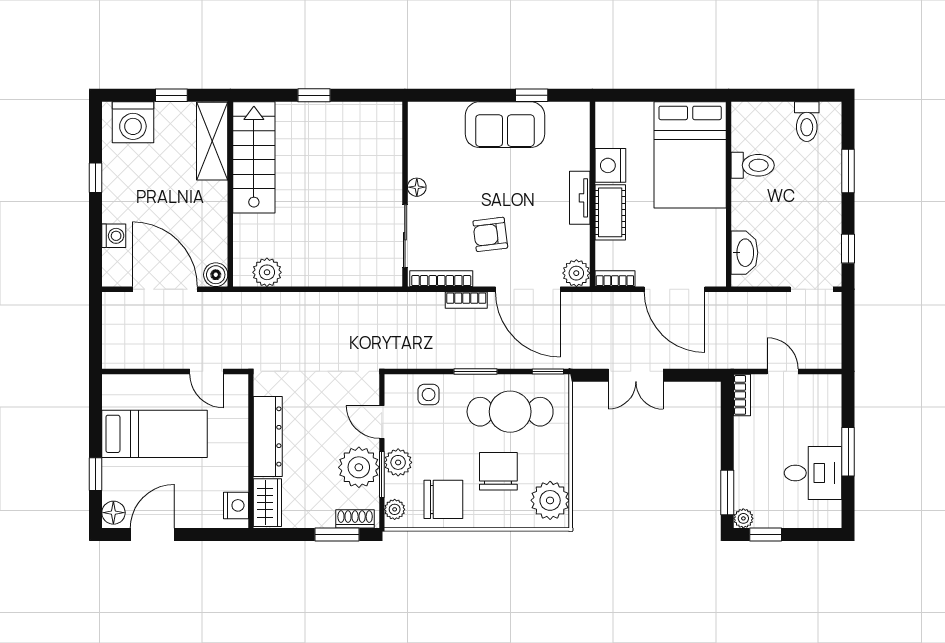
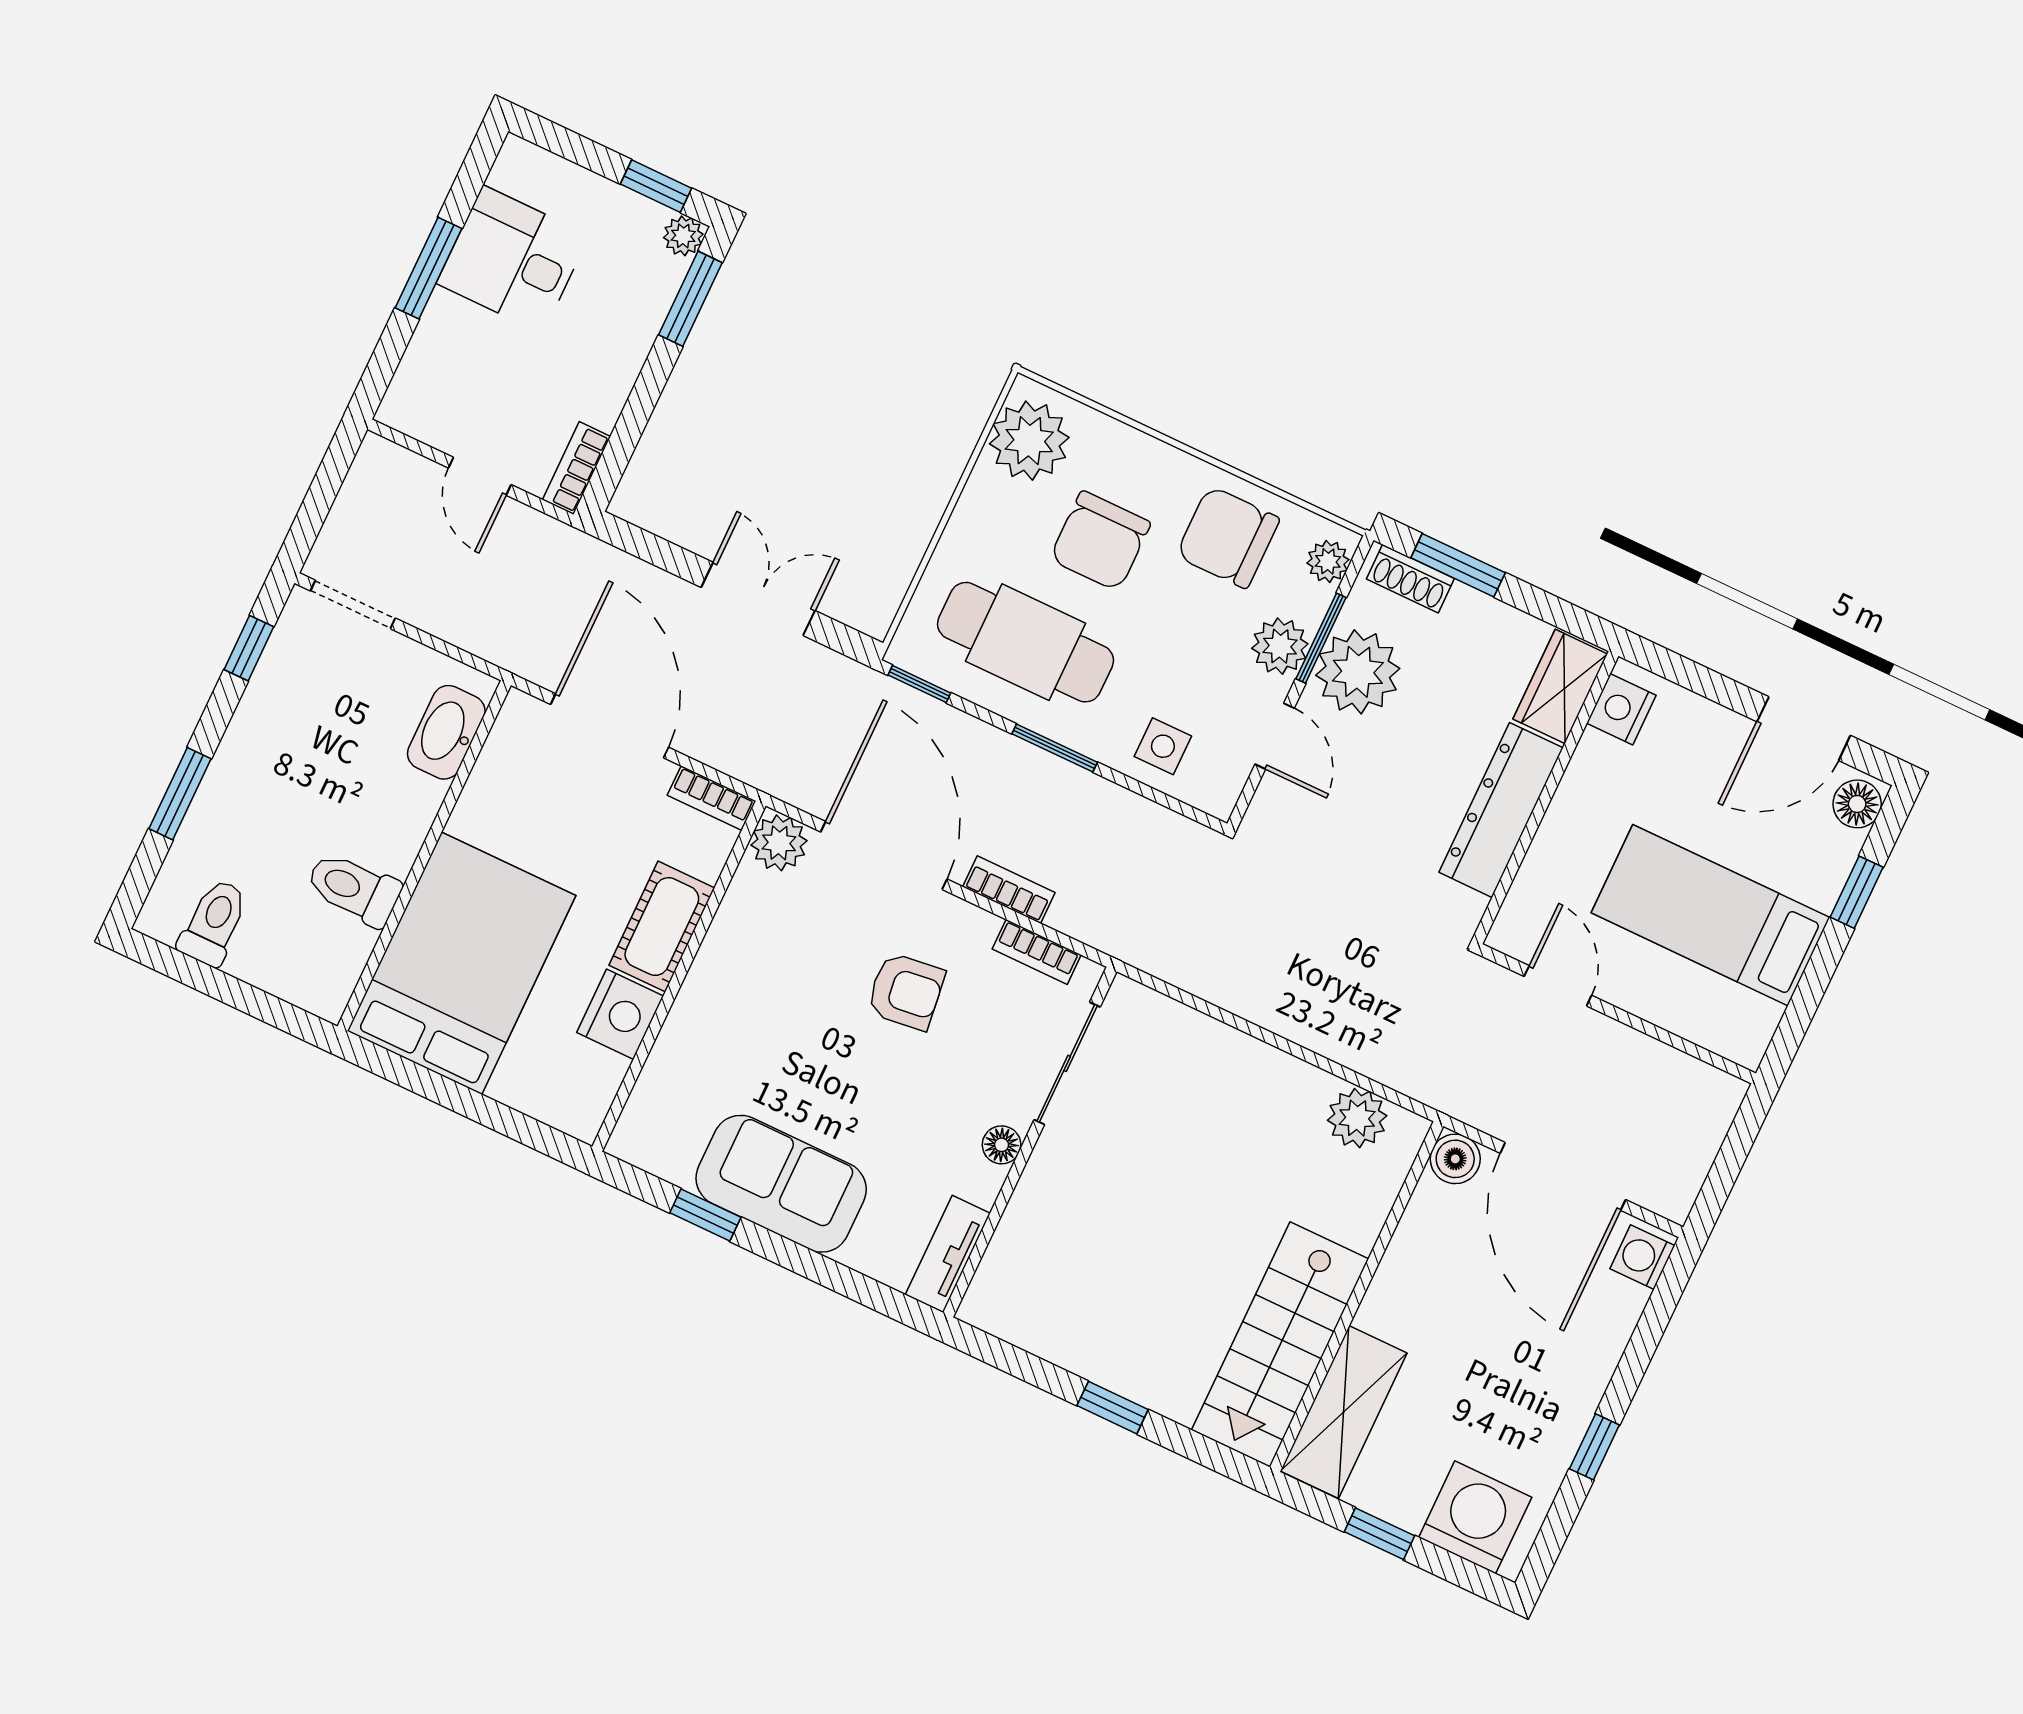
tv unit: (580, 198) -> (948, 1254), moved, turned 180
washing machine: (114, 236) -> (1642, 1257), moved
bookcase: (441, 279) -> (1037, 952), width x0.64

